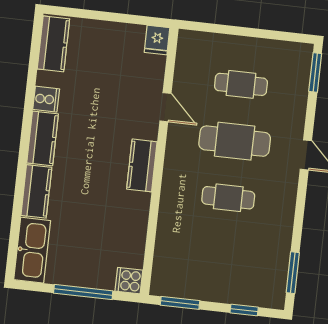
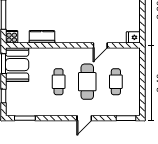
kitchen counter: (142, 165) -> (42, 37), moved
booth: (185, 276) -> (17, 65), added

